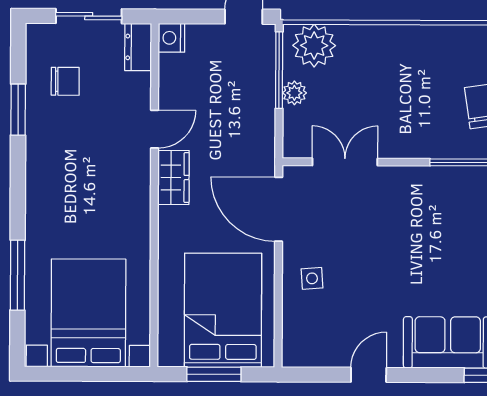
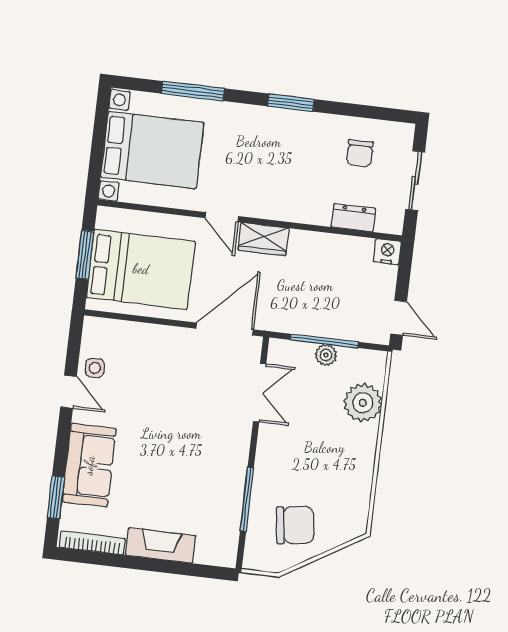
plant: (314, 46) -> (363, 403), moved
dresser: (138, 47) -> (353, 218), moved
window: (279, 70) -> (324, 341), moved
window: (18, 110) -> (291, 103), moved
door: (155, 129) -> (222, 217), moved
side table: (312, 278) -> (95, 368), moved

